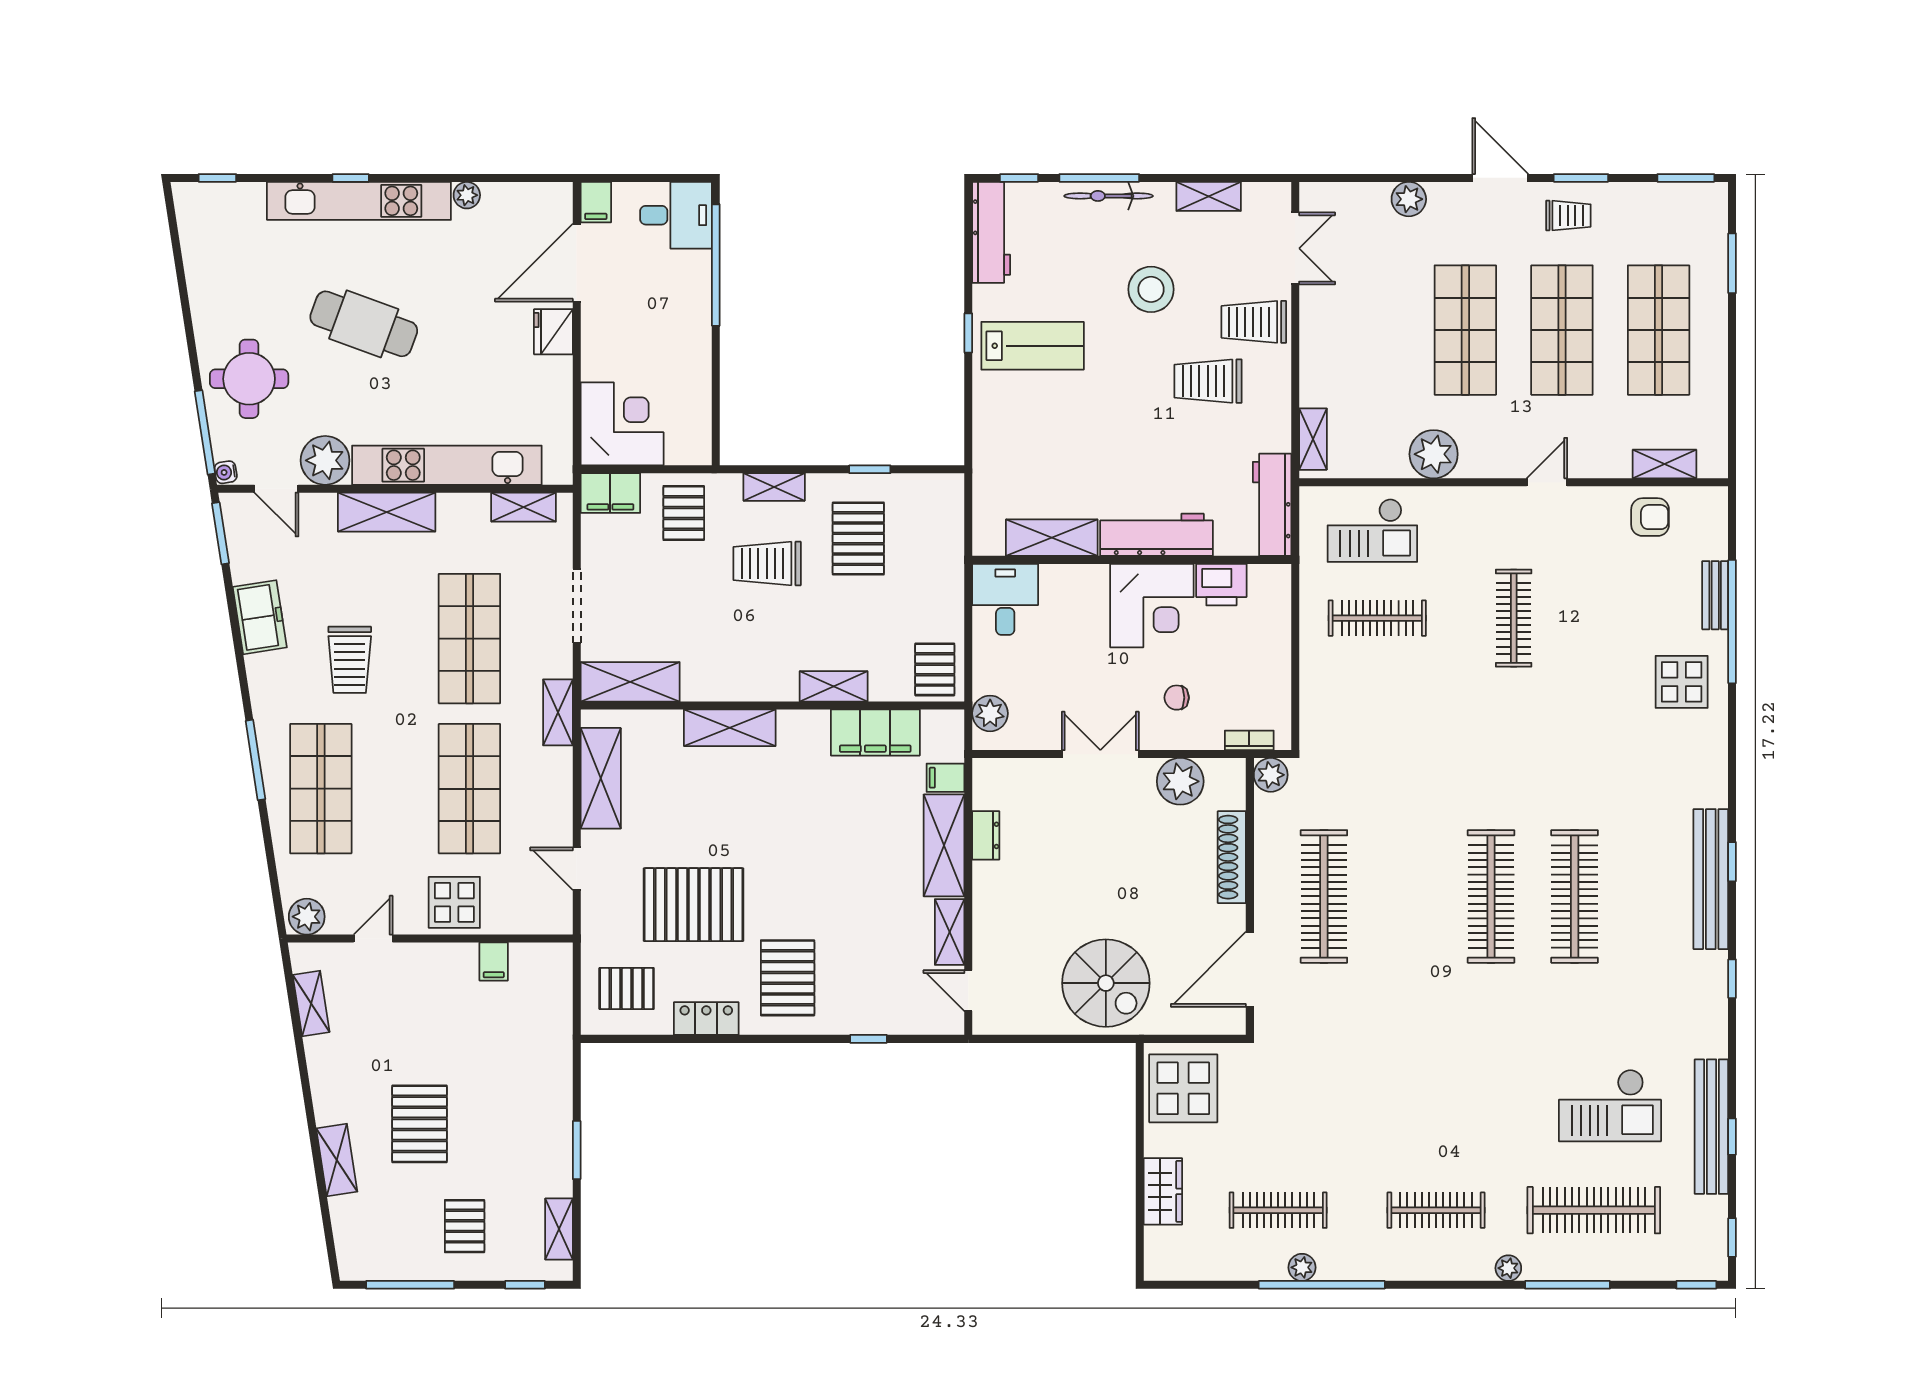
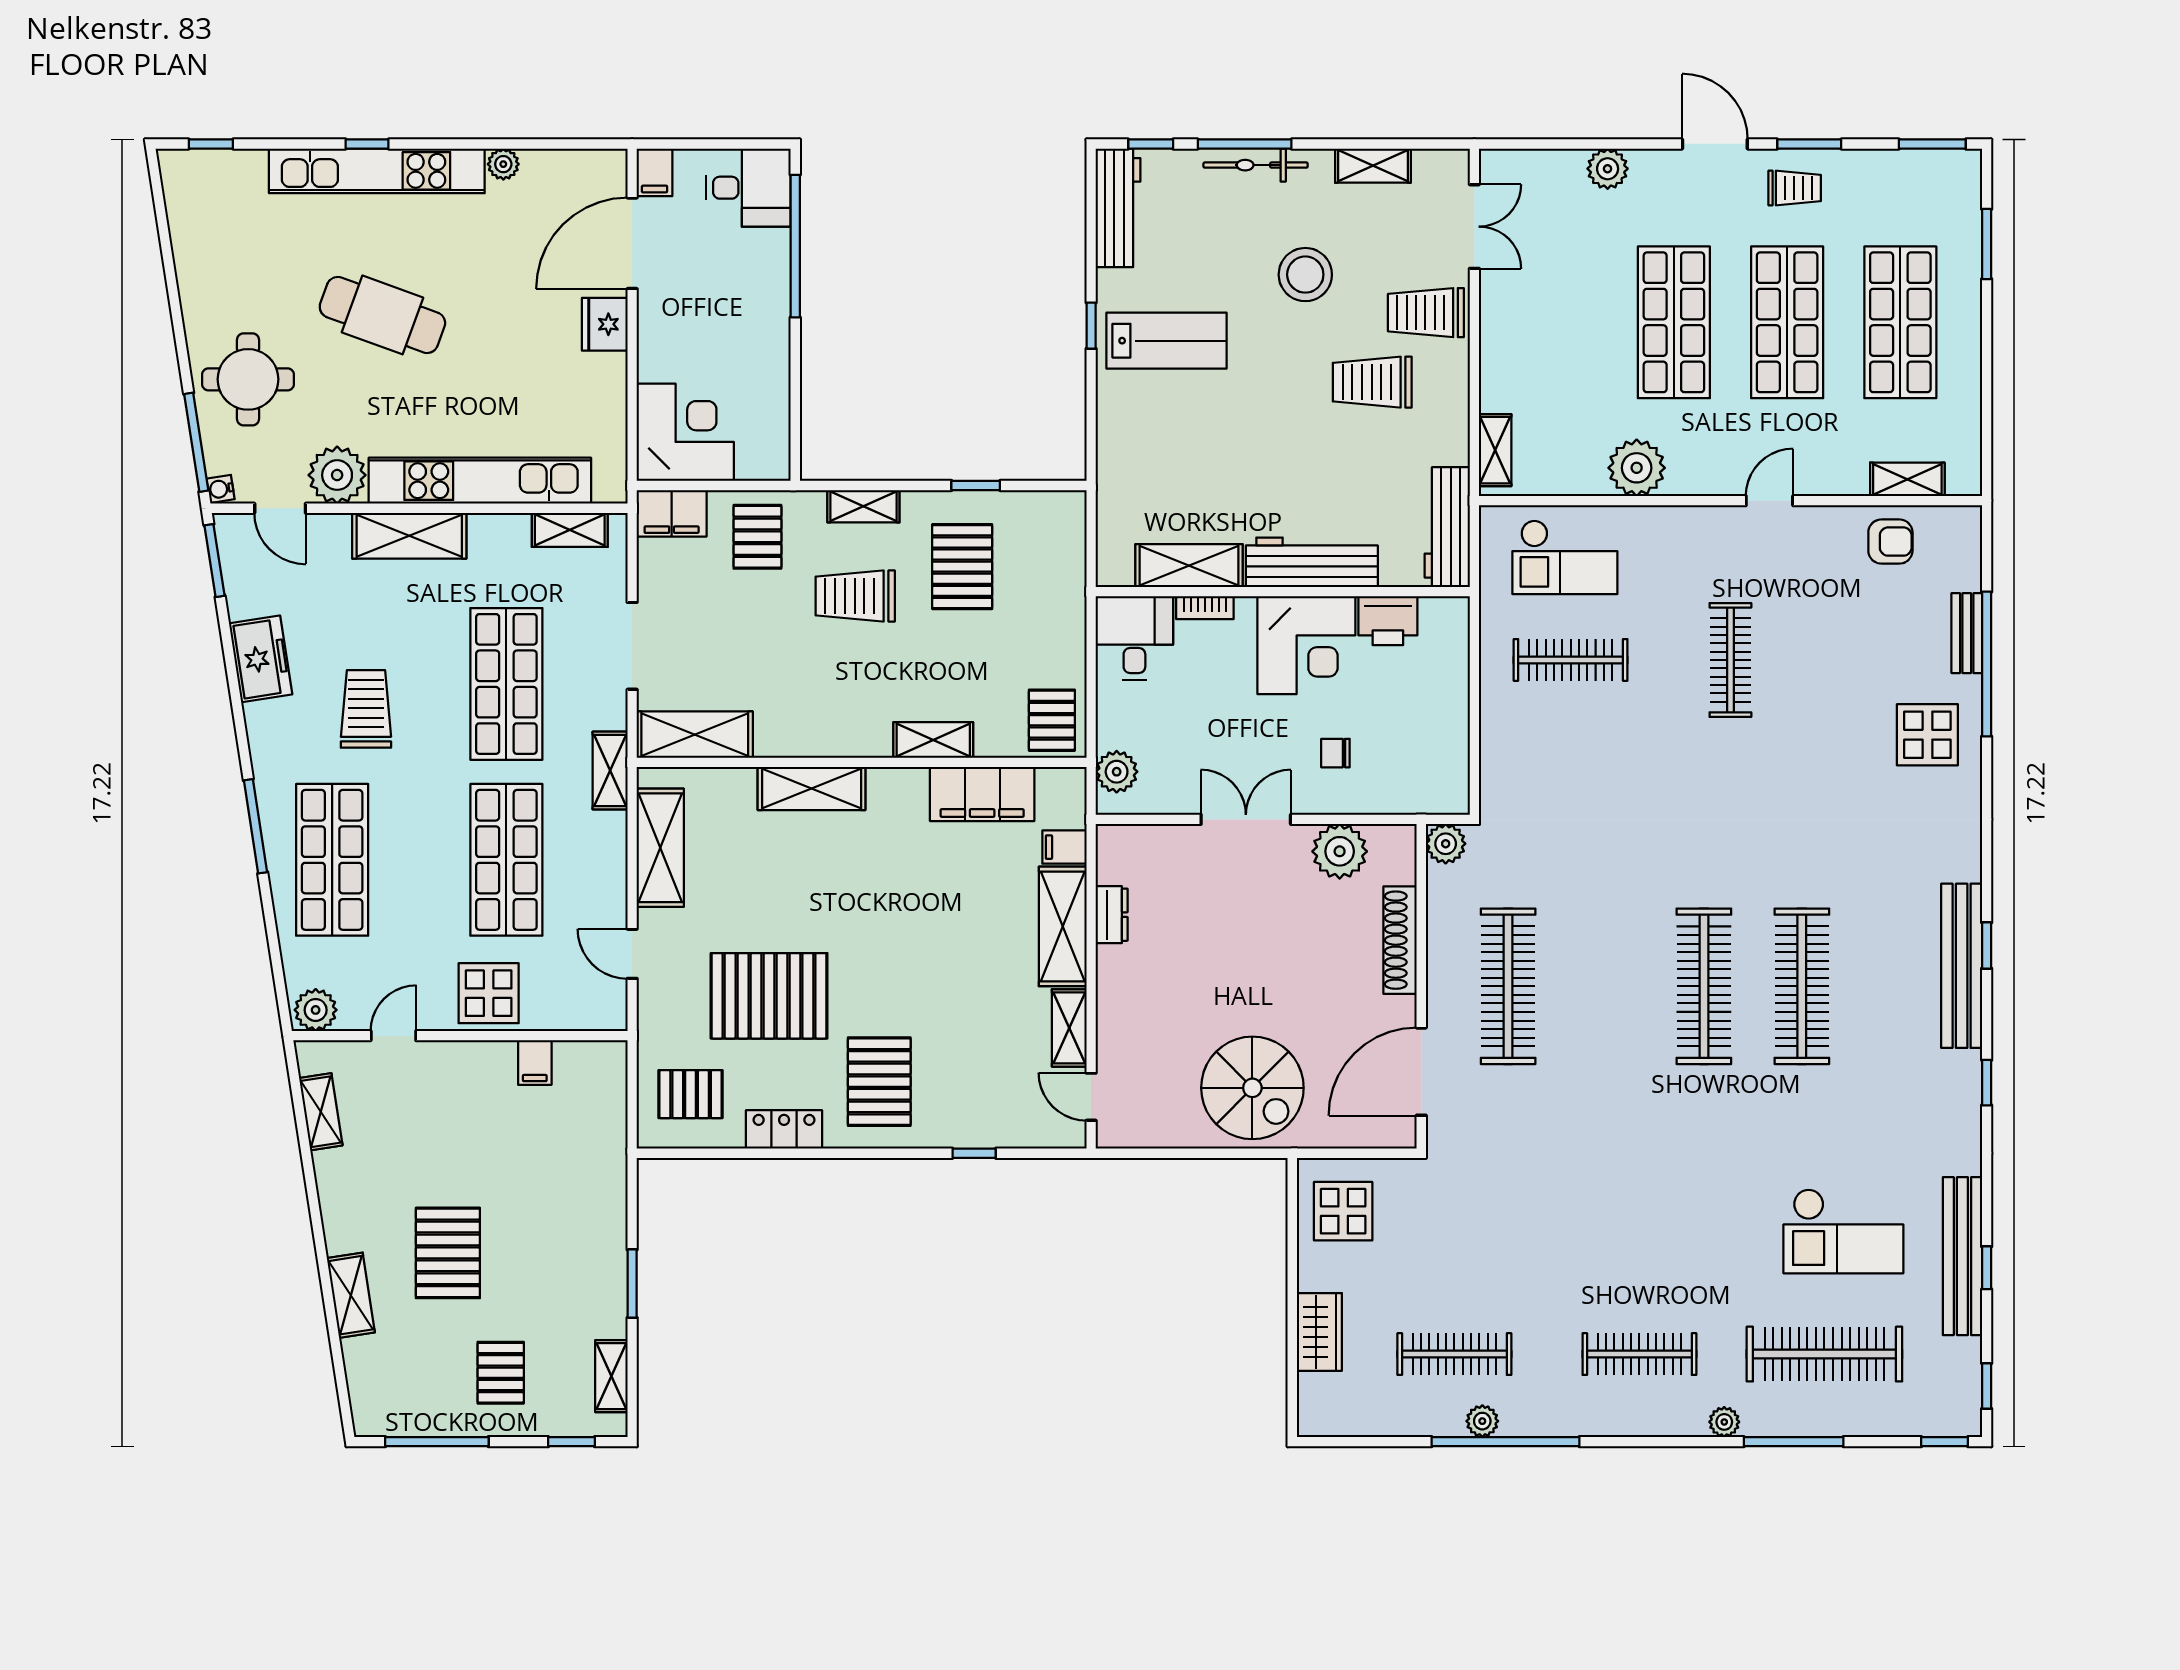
trolley: (350, 660) -> (366, 709), turned 180
bookcase: (1249, 740) -> (1205, 608), moved, turned 180
display table: (1183, 1088) -> (1343, 1211), width x0.73, depth x0.73

